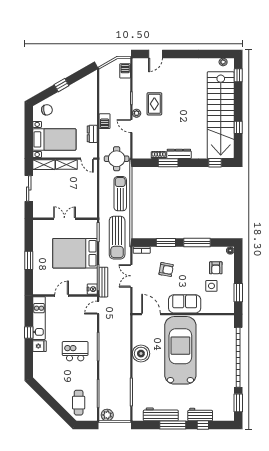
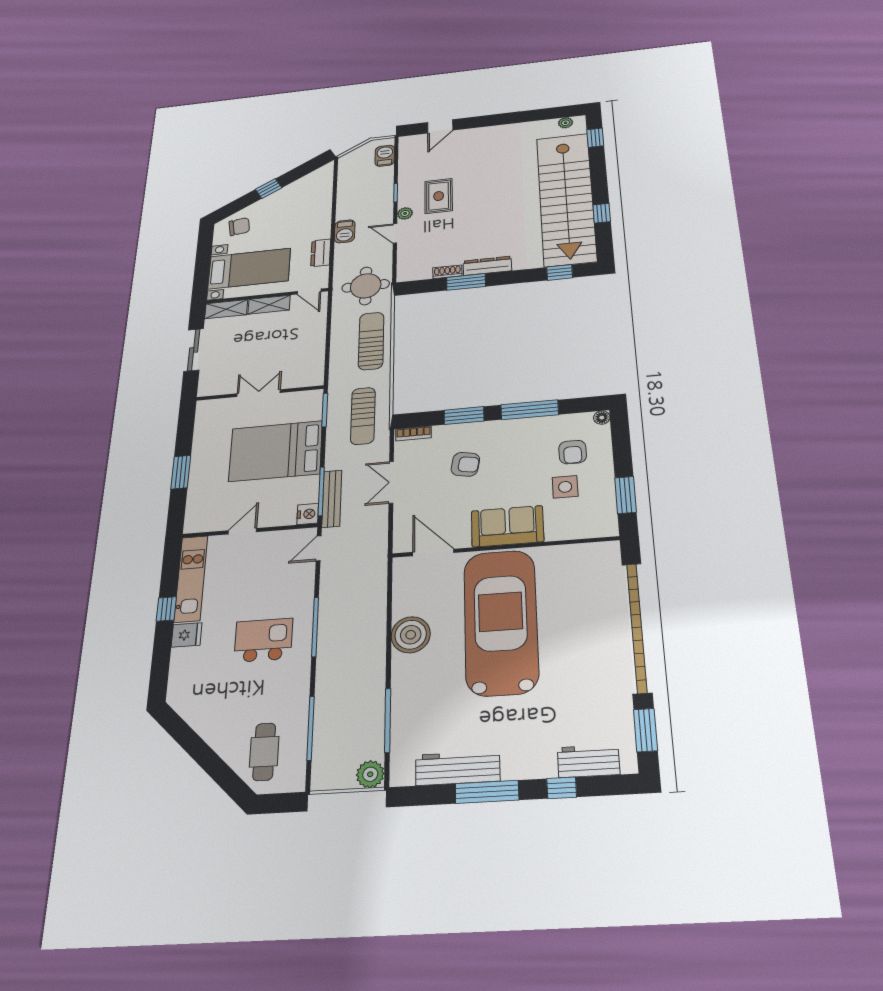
sun lounger: (117, 238) -> (363, 416), width x0.73, depth x0.75
plant: (107, 415) -> (370, 774), moved
workbench: (200, 415) -> (588, 761), moved

